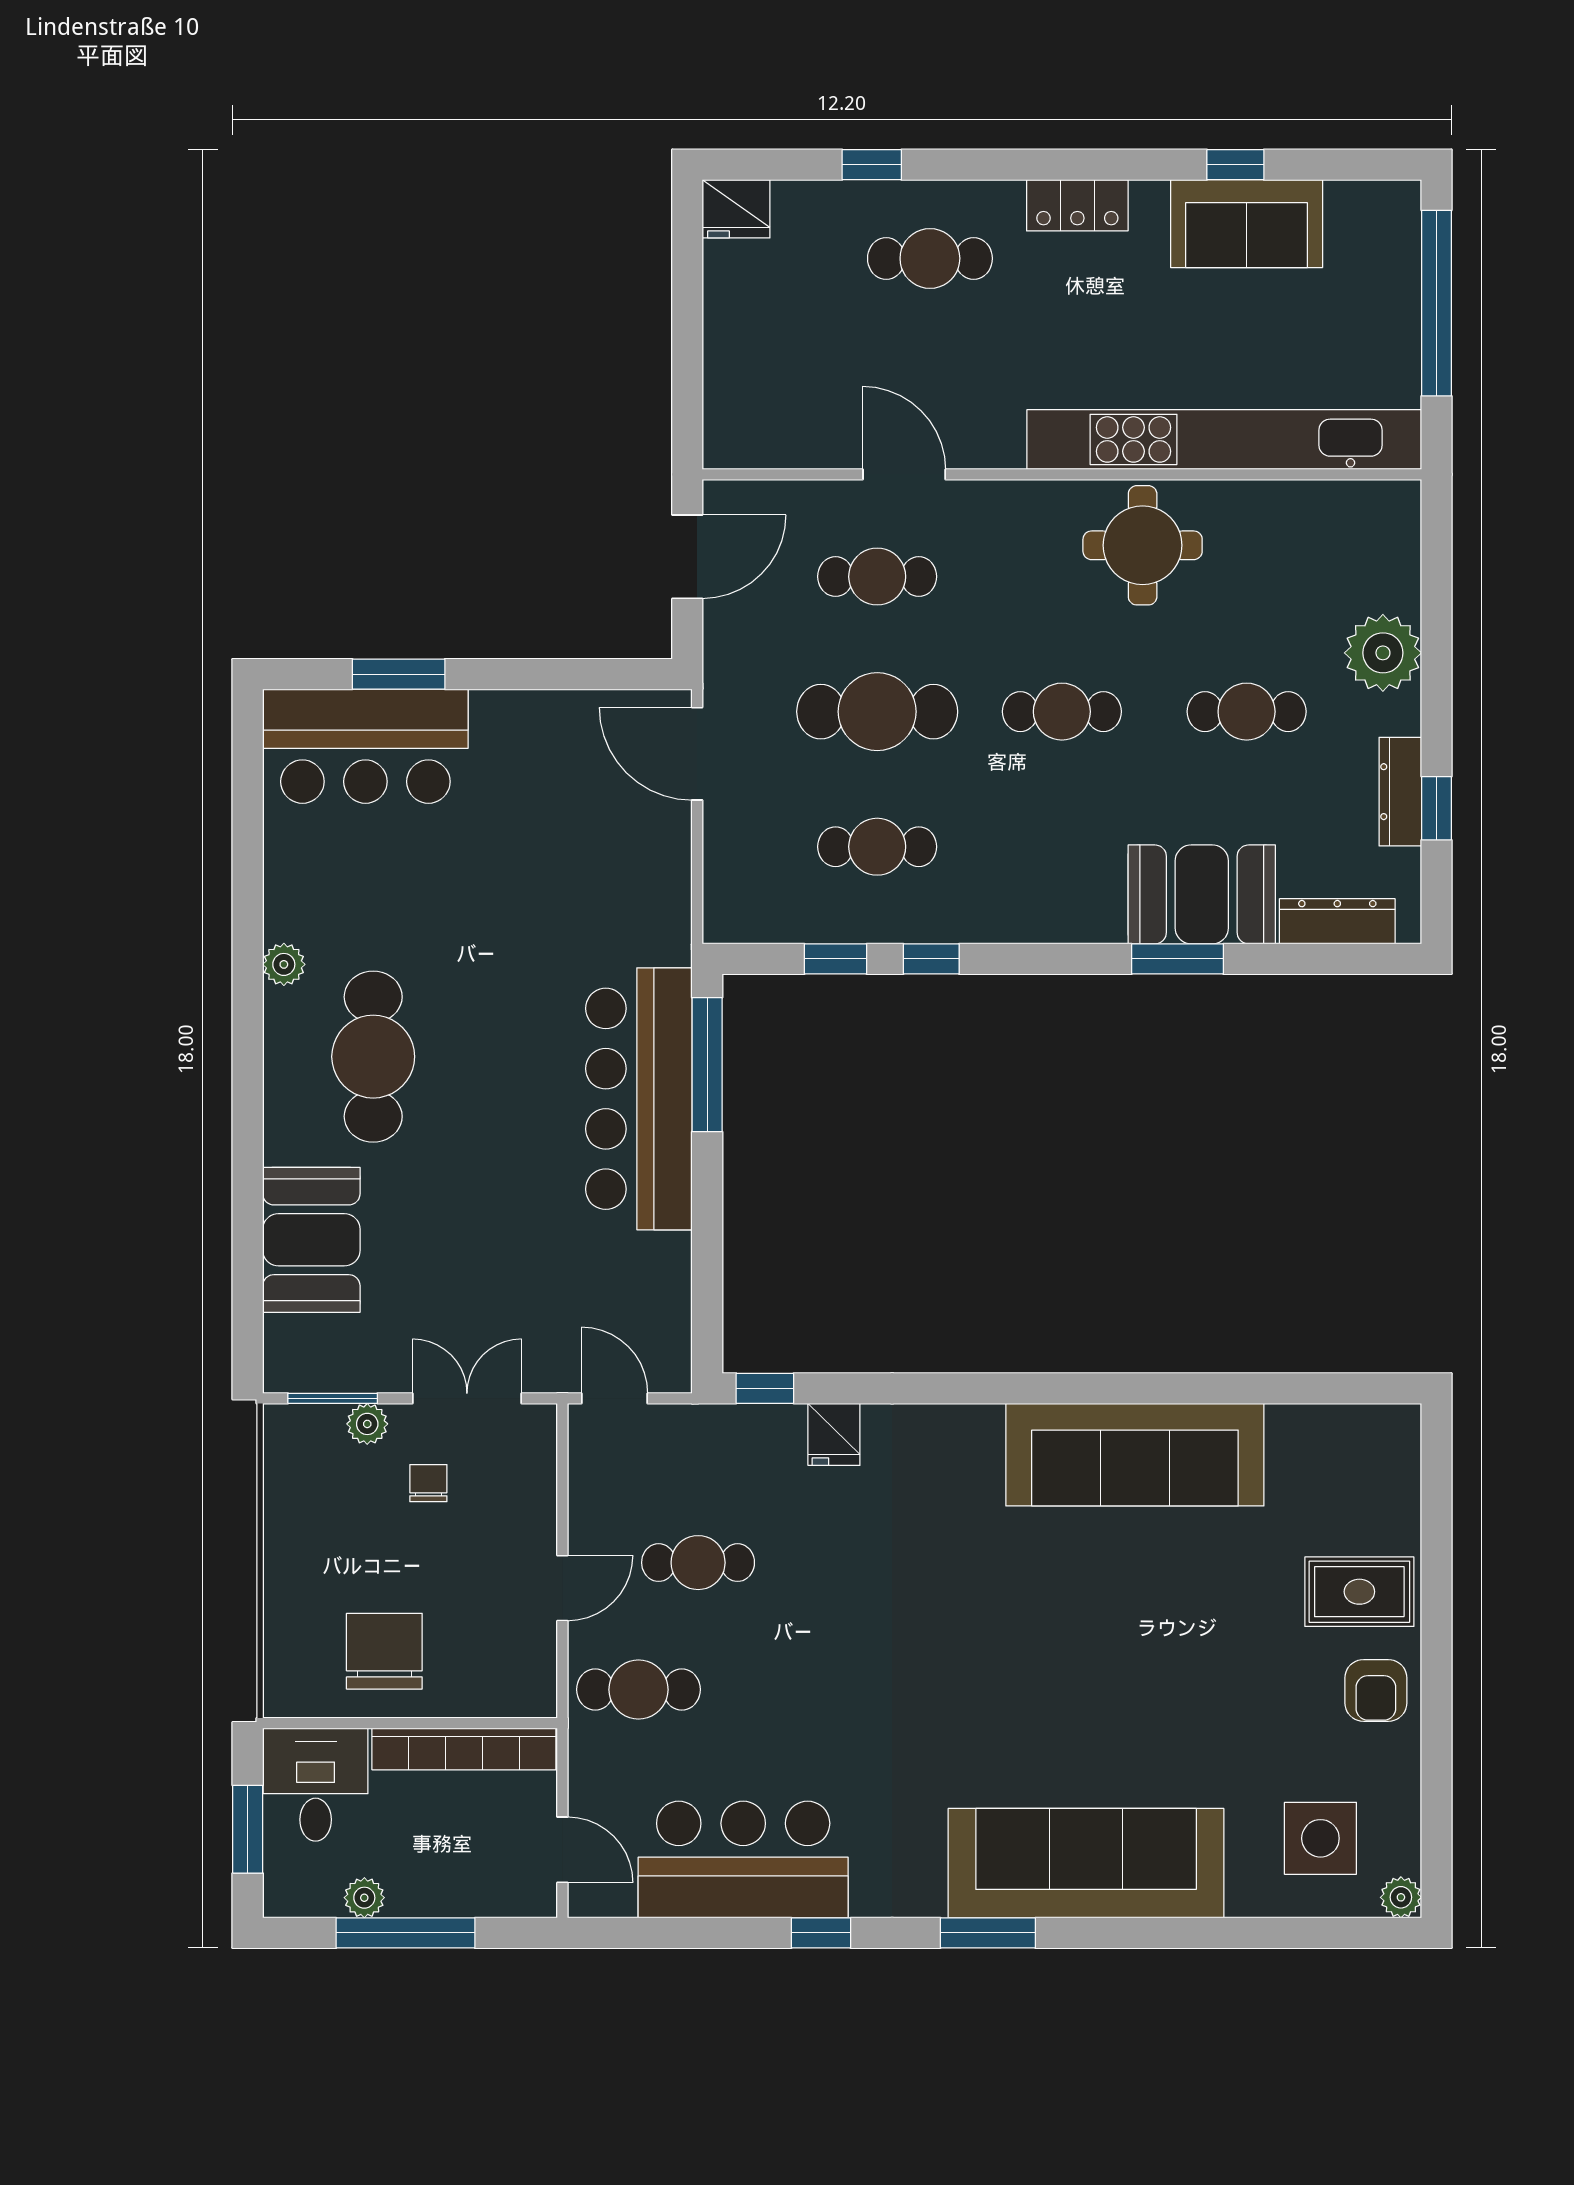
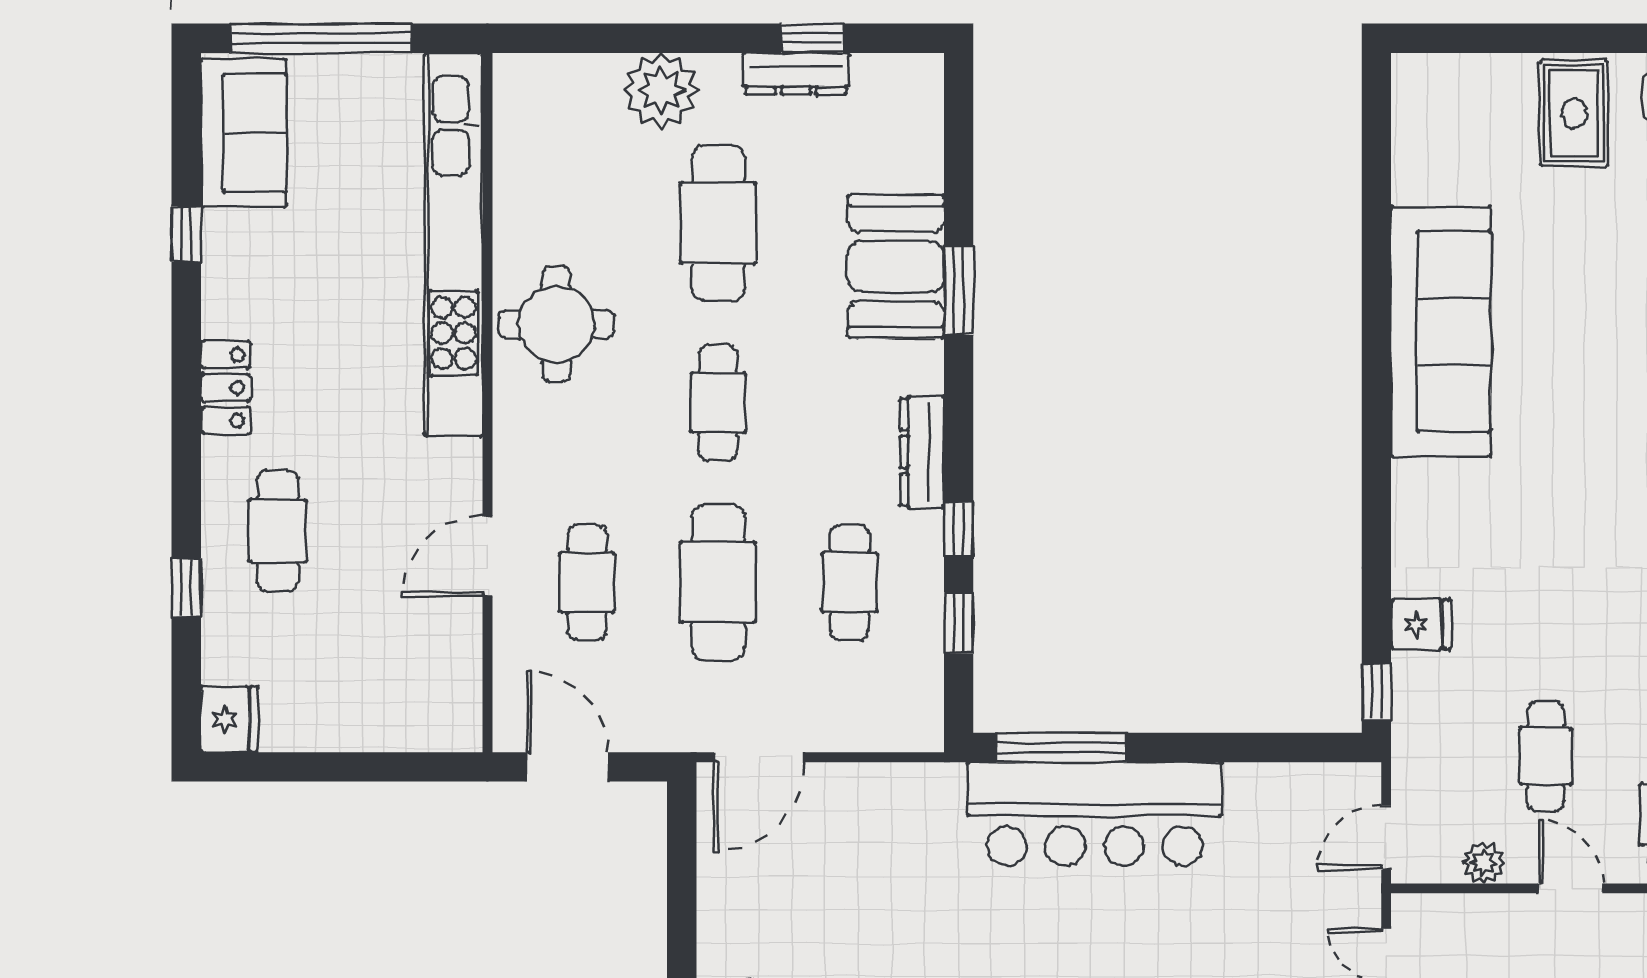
sofa: (1247, 224) -> (244, 133), moved
cafe table: (1247, 712) -> (718, 223), width x1.37, depth x1.35
dresser: (1337, 921) -> (922, 452), moved
plant: (589, 1499) -> (1483, 863), added

